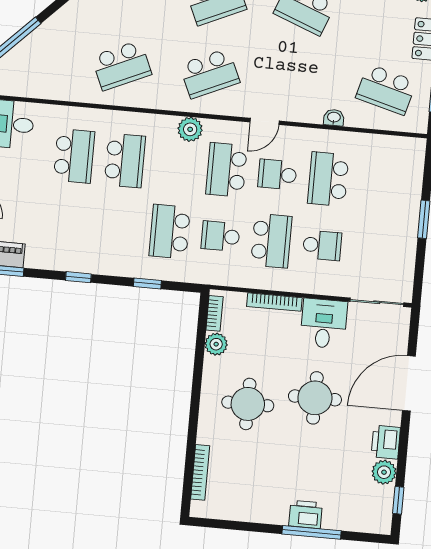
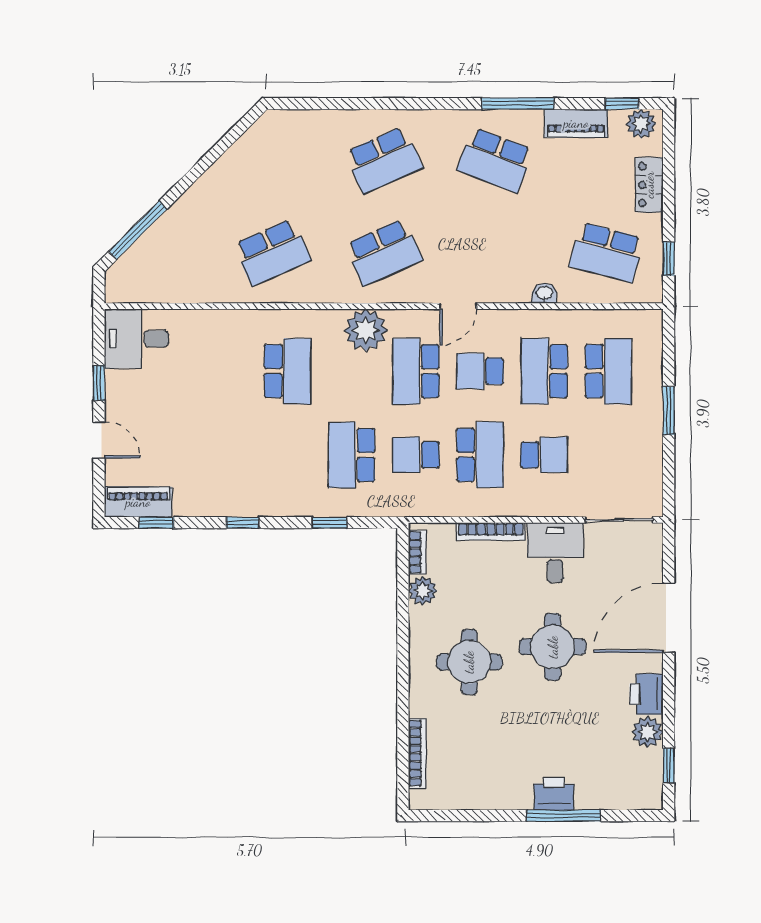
plant: (190, 129) -> (366, 330), width x1.36, depth x1.36
school desk: (74, 156) -> (608, 371), moved

